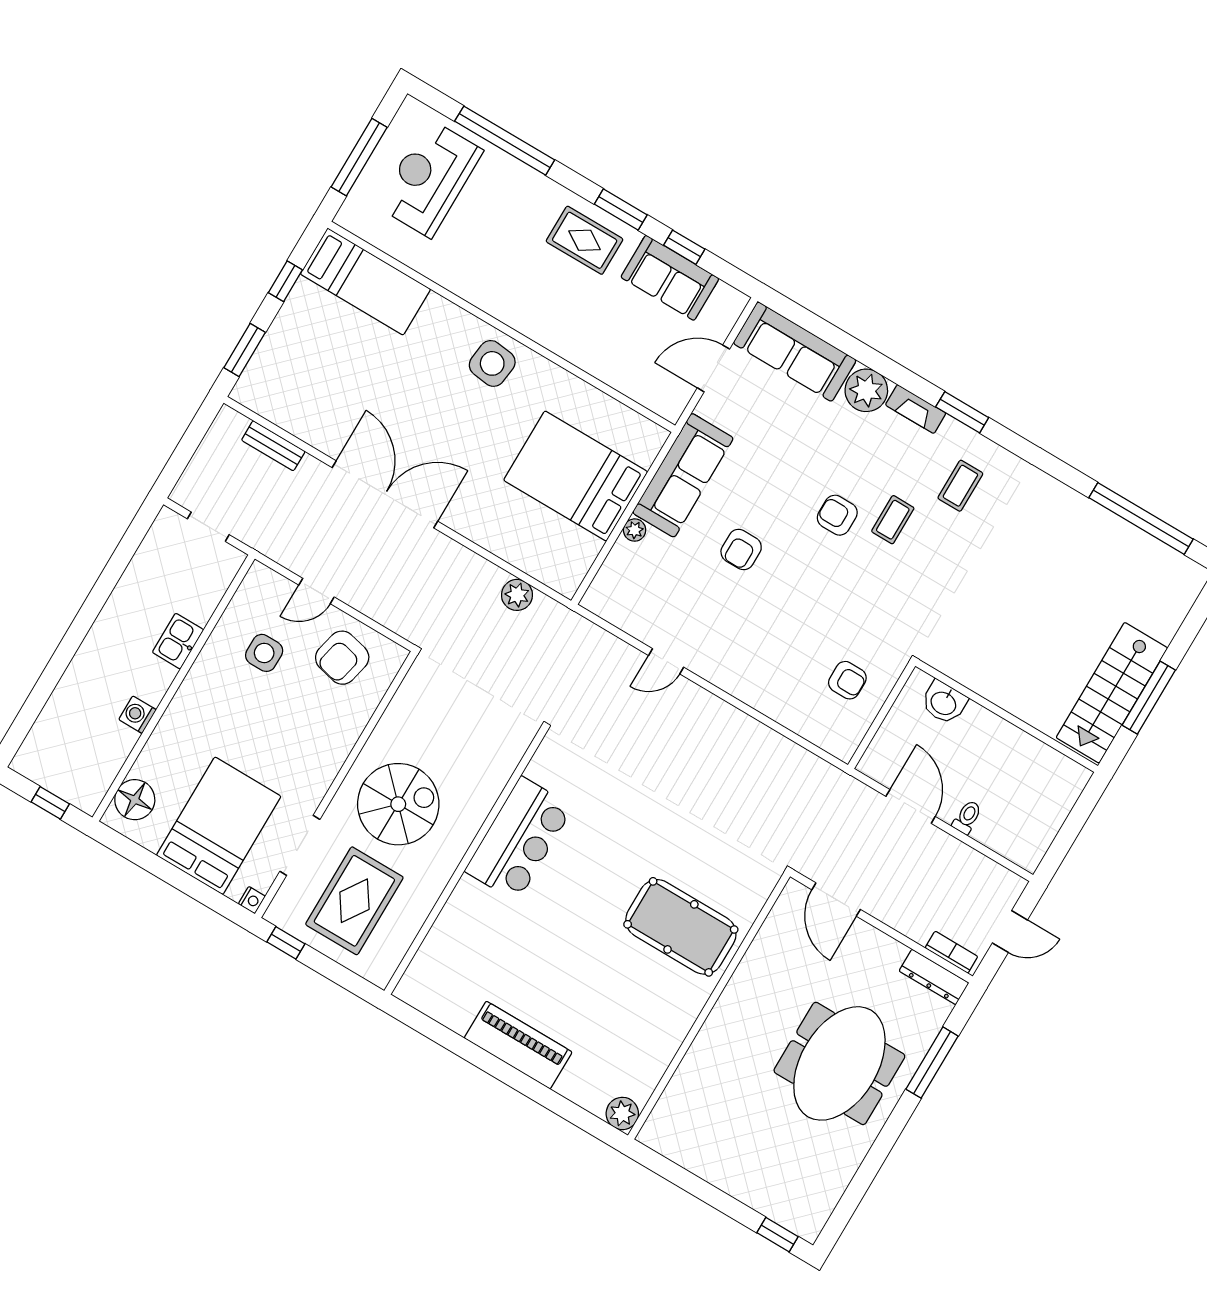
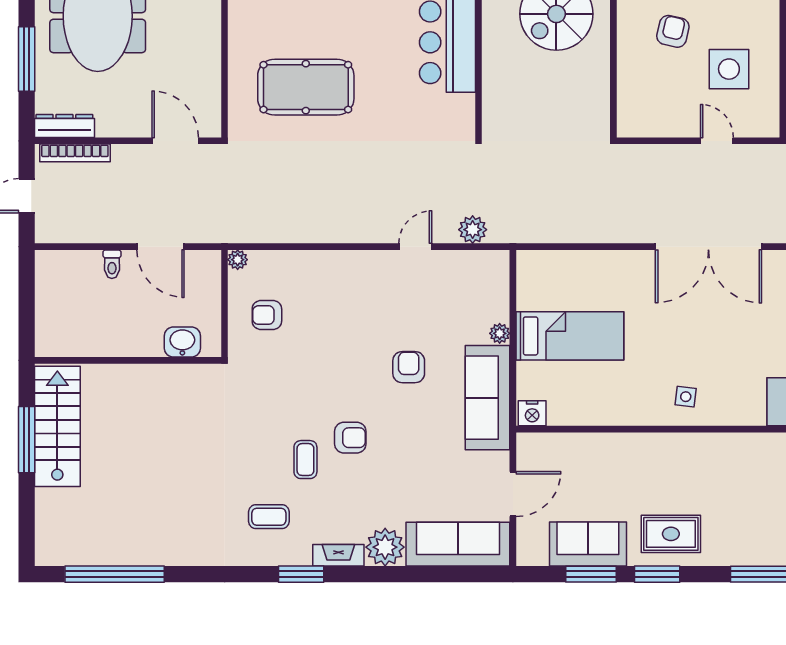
window: (684, 247) -> (591, 574), width x1.50
side table: (492, 363) -> (686, 397), width x0.54, depth x0.54
nightstand: (649, 435) -> (532, 413), added
bed: (576, 476) -> (570, 336), width x0.67
coffee table: (960, 486) -> (269, 517), turned 90
door: (317, 591) -> (717, 141), hinge flipped
plant: (517, 595) -> (473, 230), moved
side table: (264, 653) -> (729, 69), width x1.37, depth x1.37
armchair: (342, 658) -> (673, 31), moved, width x0.72, depth x0.72
plant: (844, 750) -> (238, 260), added
pool table: (681, 927) -> (306, 87), moved
bookcase: (951, 952) -> (75, 153), width x1.56

